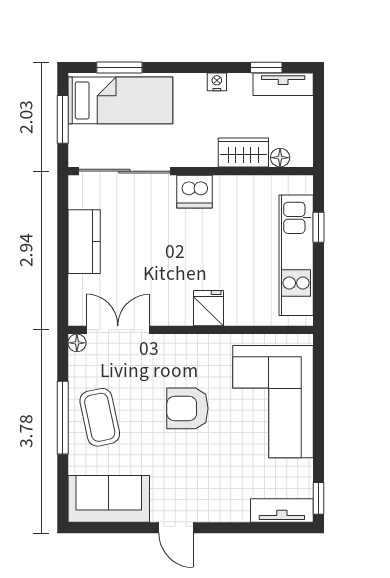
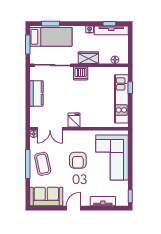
tv unit: (283, 84) -> (111, 30), width x1.41
wardrobe: (243, 152) -> (88, 58), moved
fridge: (208, 308) -> (74, 120), moved
double door: (118, 330) -> (50, 129), swing flipped
armchair: (187, 408) -> (78, 160), turned -90
tv unit: (282, 511) -> (103, 201), moved
door: (176, 528) -> (73, 208), swing flipped

